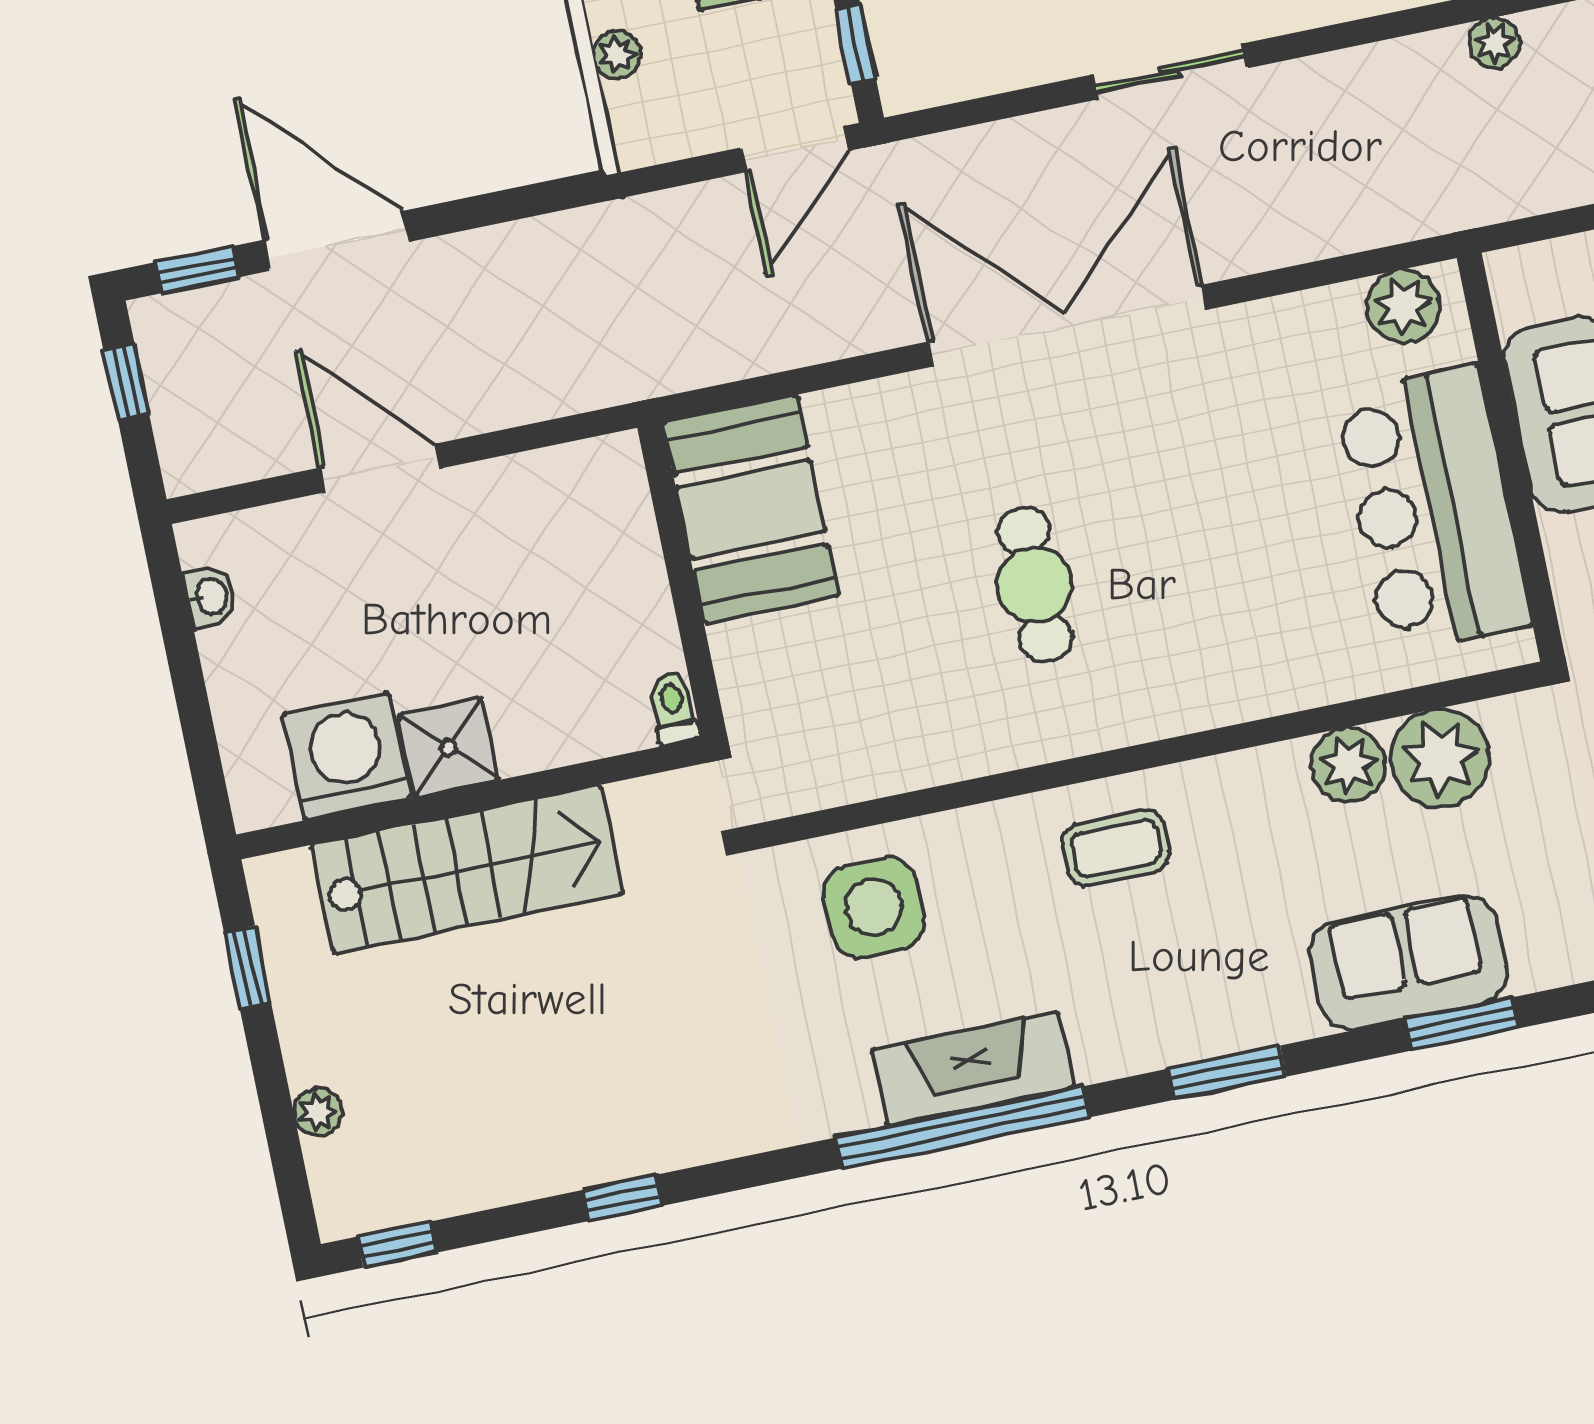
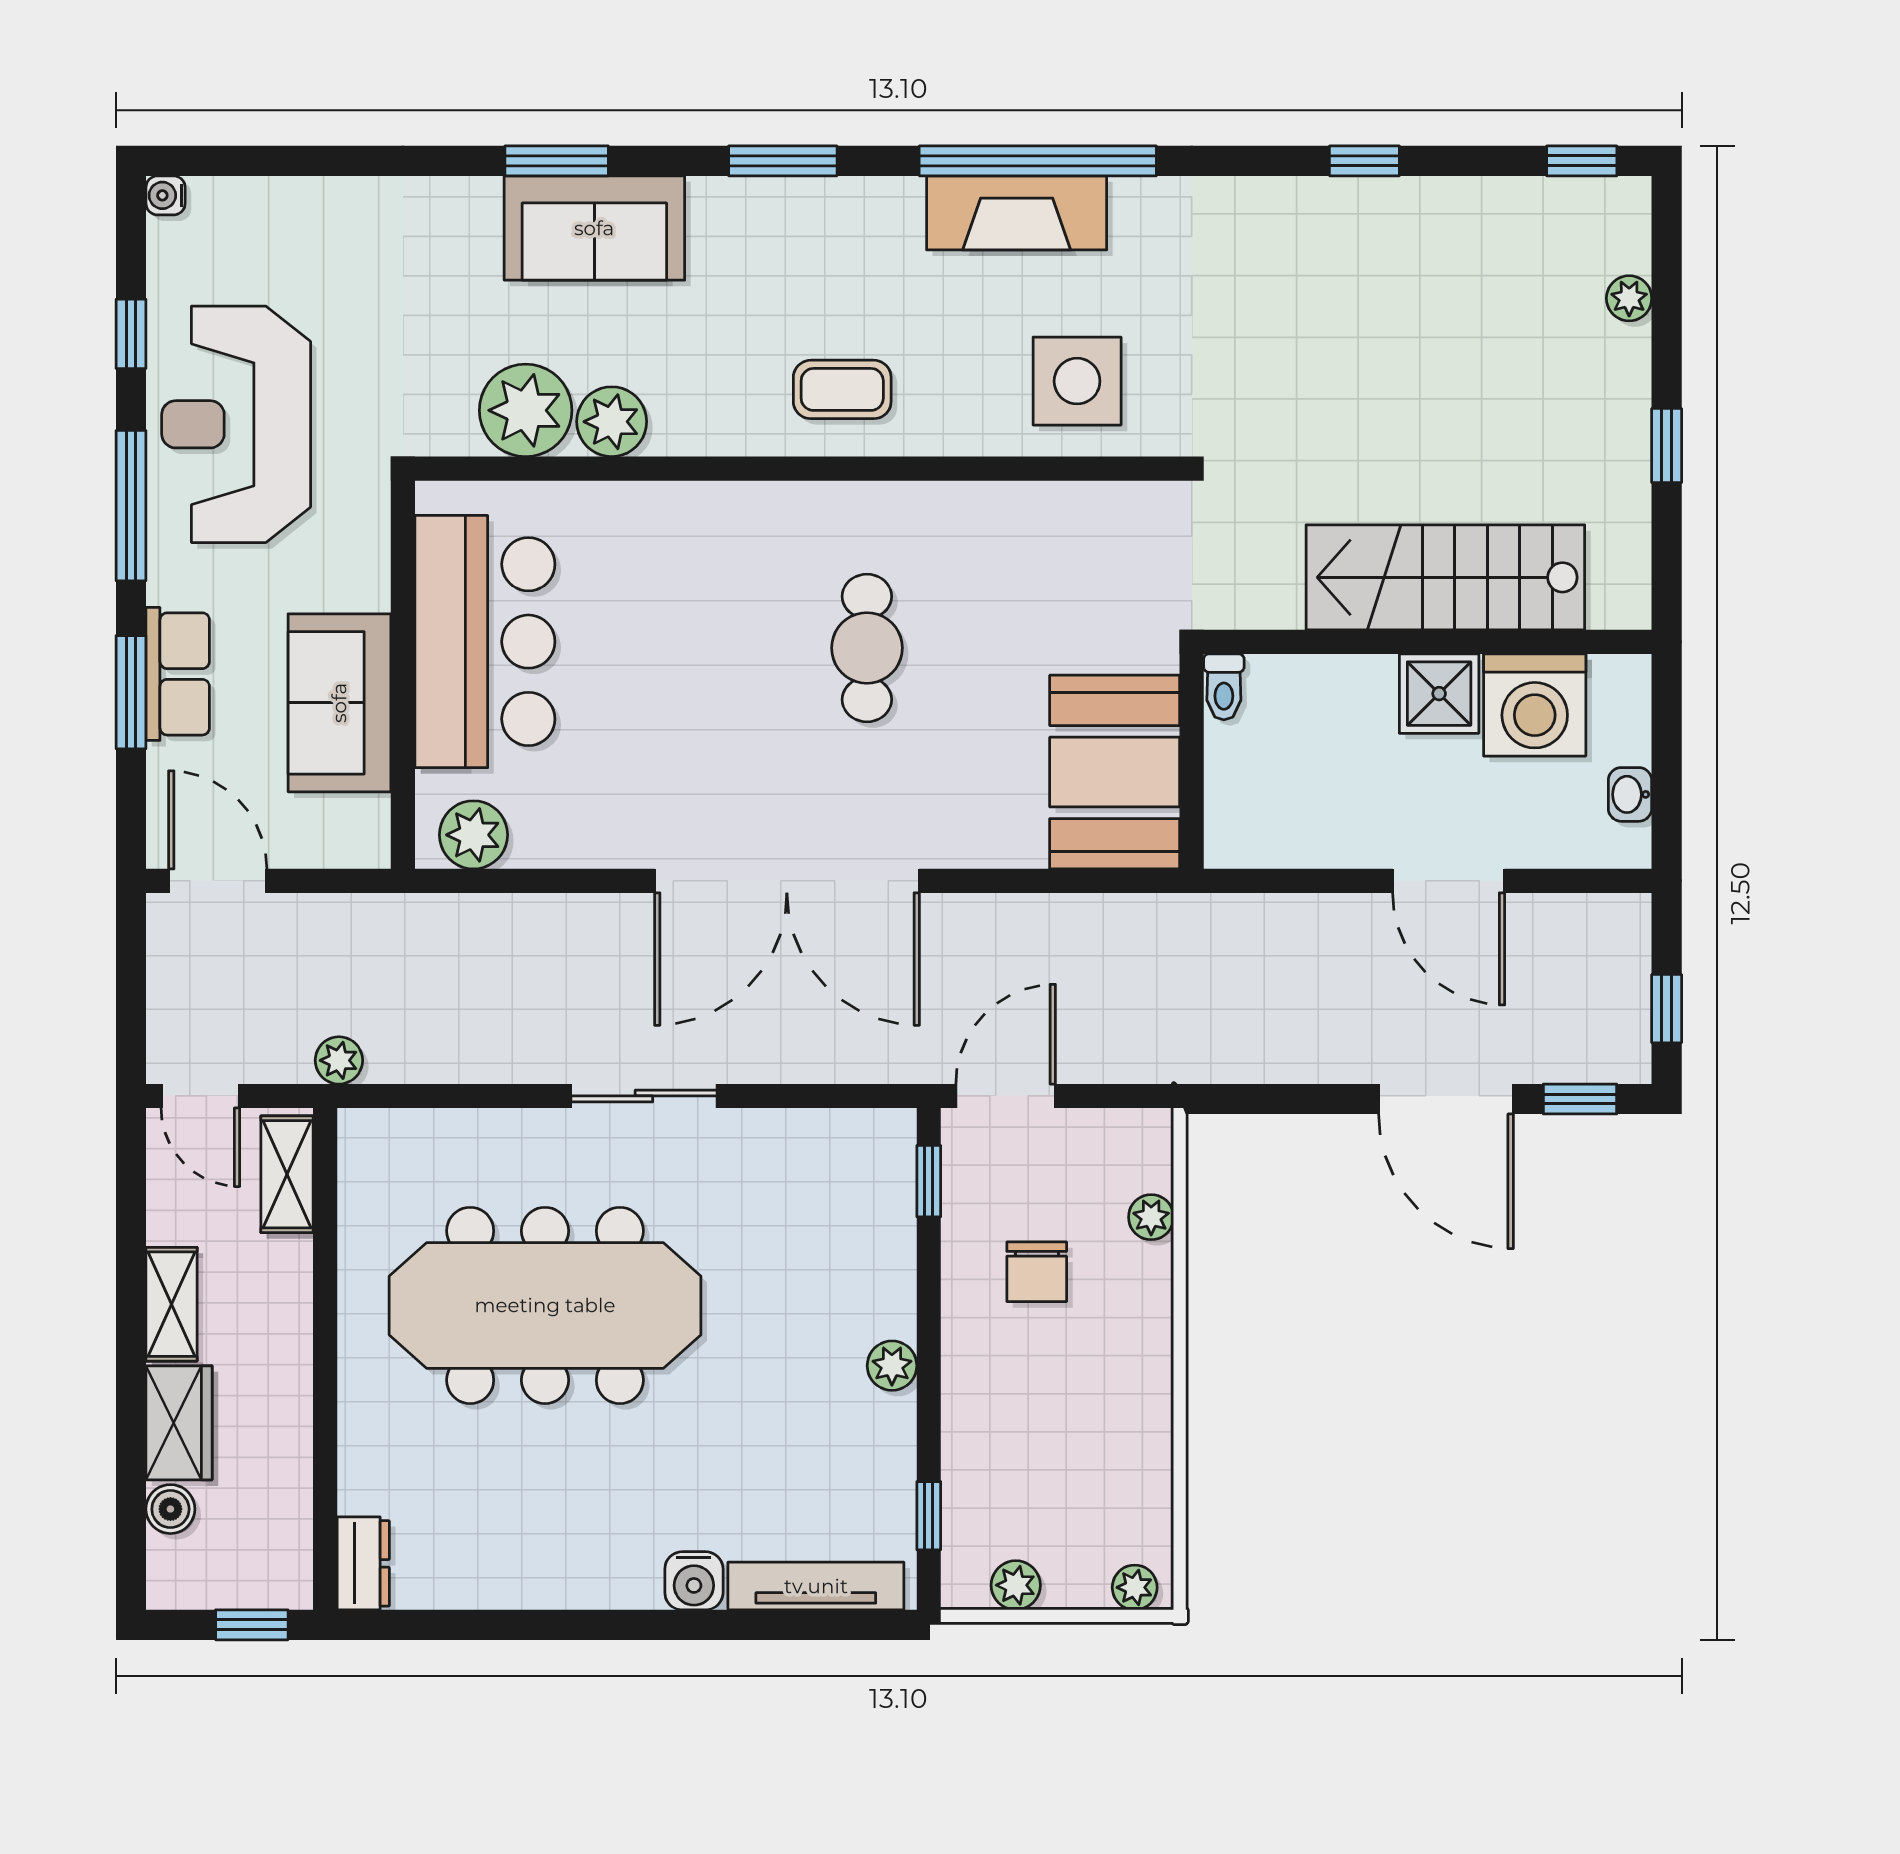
toilet: (673, 708) -> (1224, 687), moved
shower: (448, 747) -> (1439, 694), moved
washing machine: (347, 756) -> (1535, 705), moved
wall: (471, 799) -> (1428, 642), moved
stairs: (467, 870) -> (1445, 577), moved

